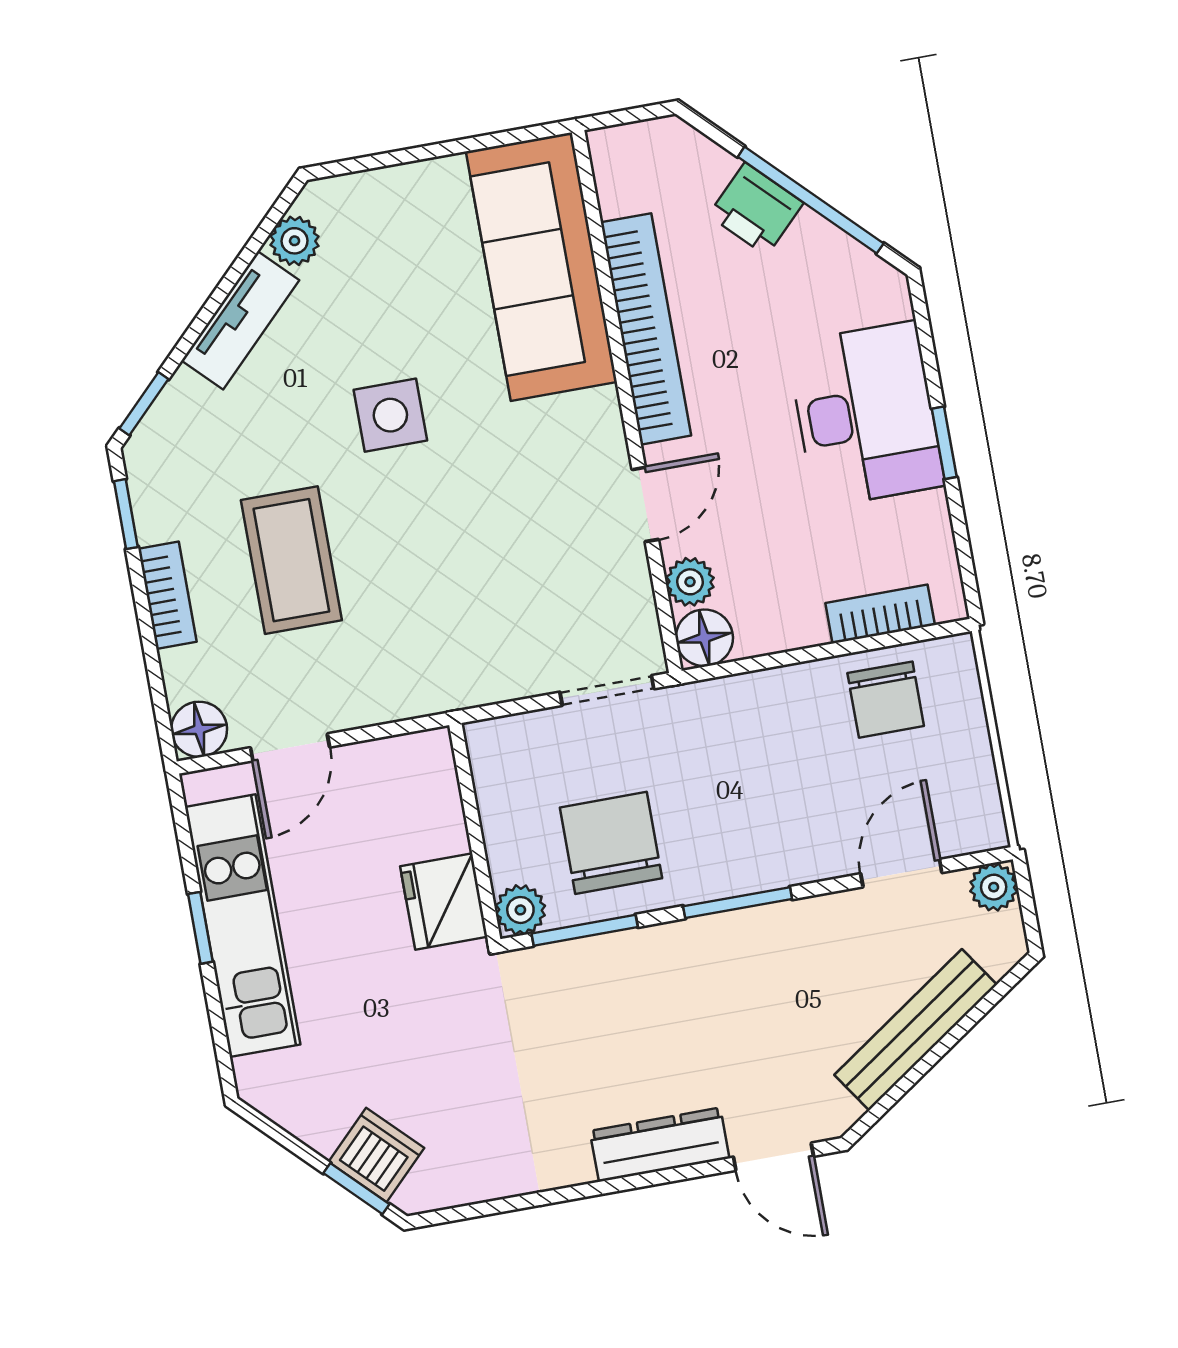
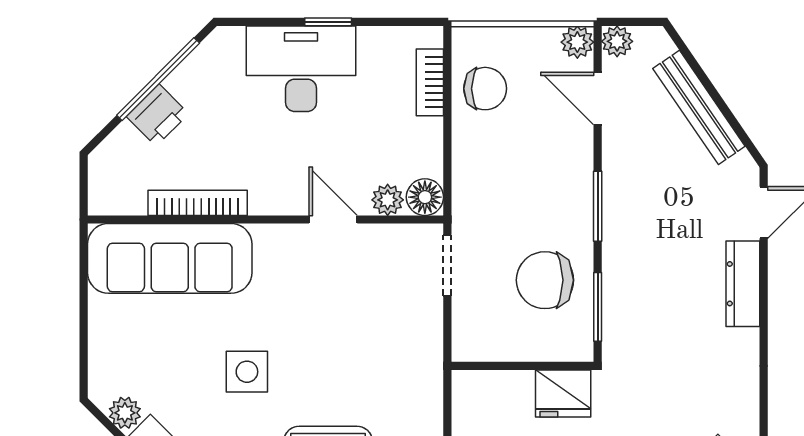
bookcase: (646, 329) -> (198, 203), width x0.68, depth x0.76
plant: (520, 910) -> (577, 42), moved

